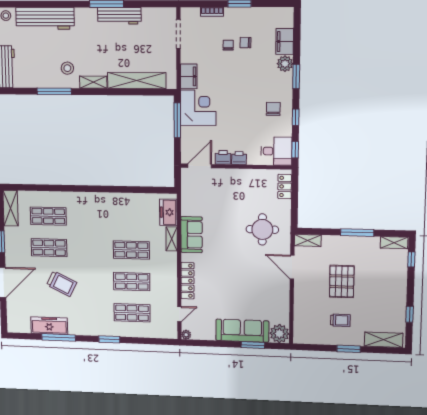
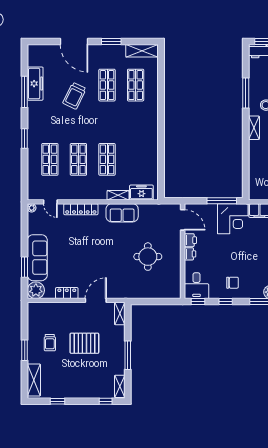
shelving: (137, 81) -> (255, 166), removed
locker: (285, 186) -> (67, 293), moved
round table: (262, 229) -> (148, 257), moved

